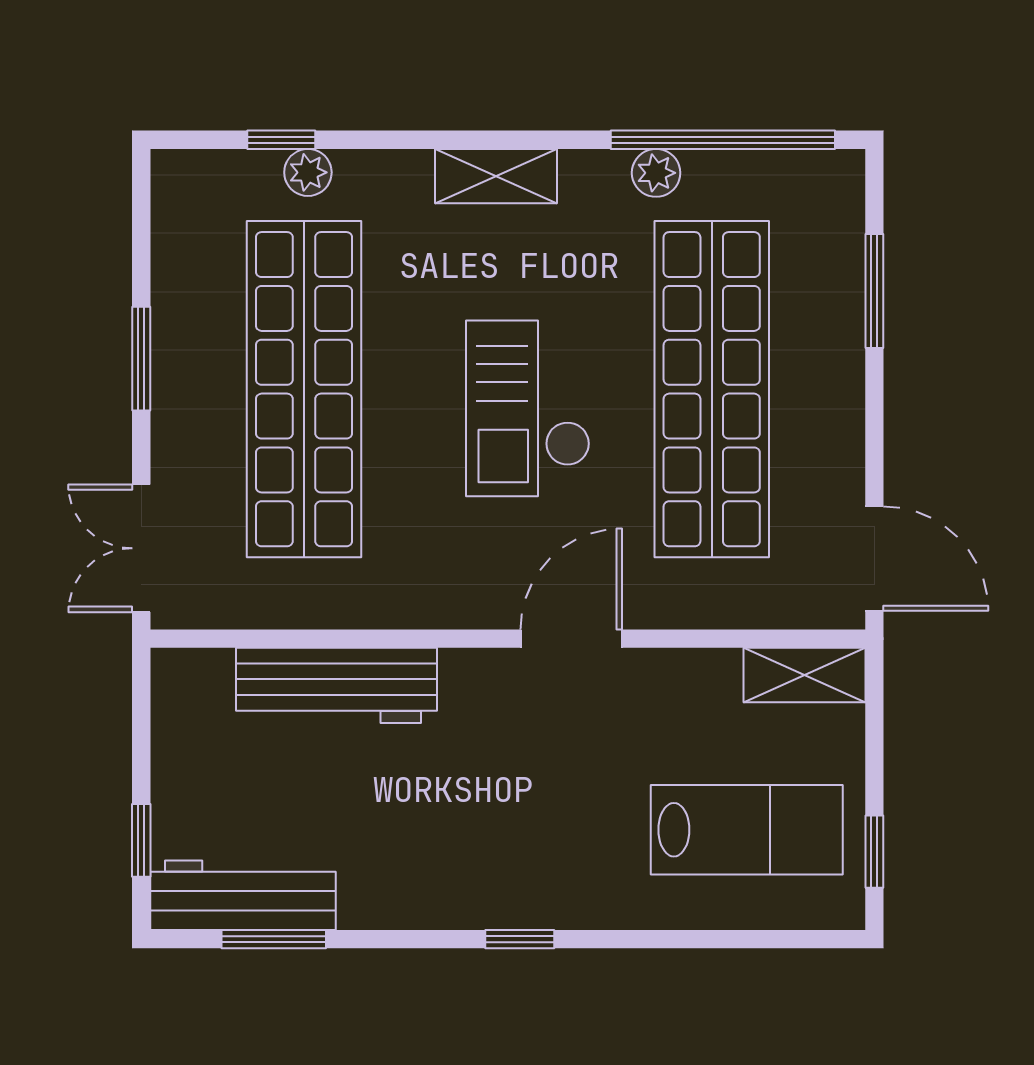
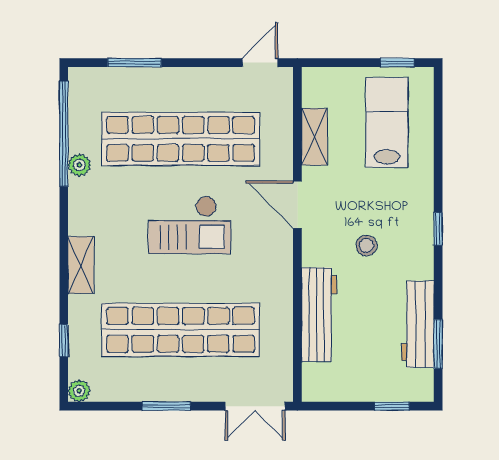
plant: (308, 172) -> (79, 391), moved
shelving: (496, 176) -> (81, 265), moved
door: (874, 559) -> (260, 63), width x0.73
shelving: (805, 675) -> (314, 137), moved
stool: (484, 786) -> (366, 245), added
workbench: (243, 895) -> (418, 324), moved

